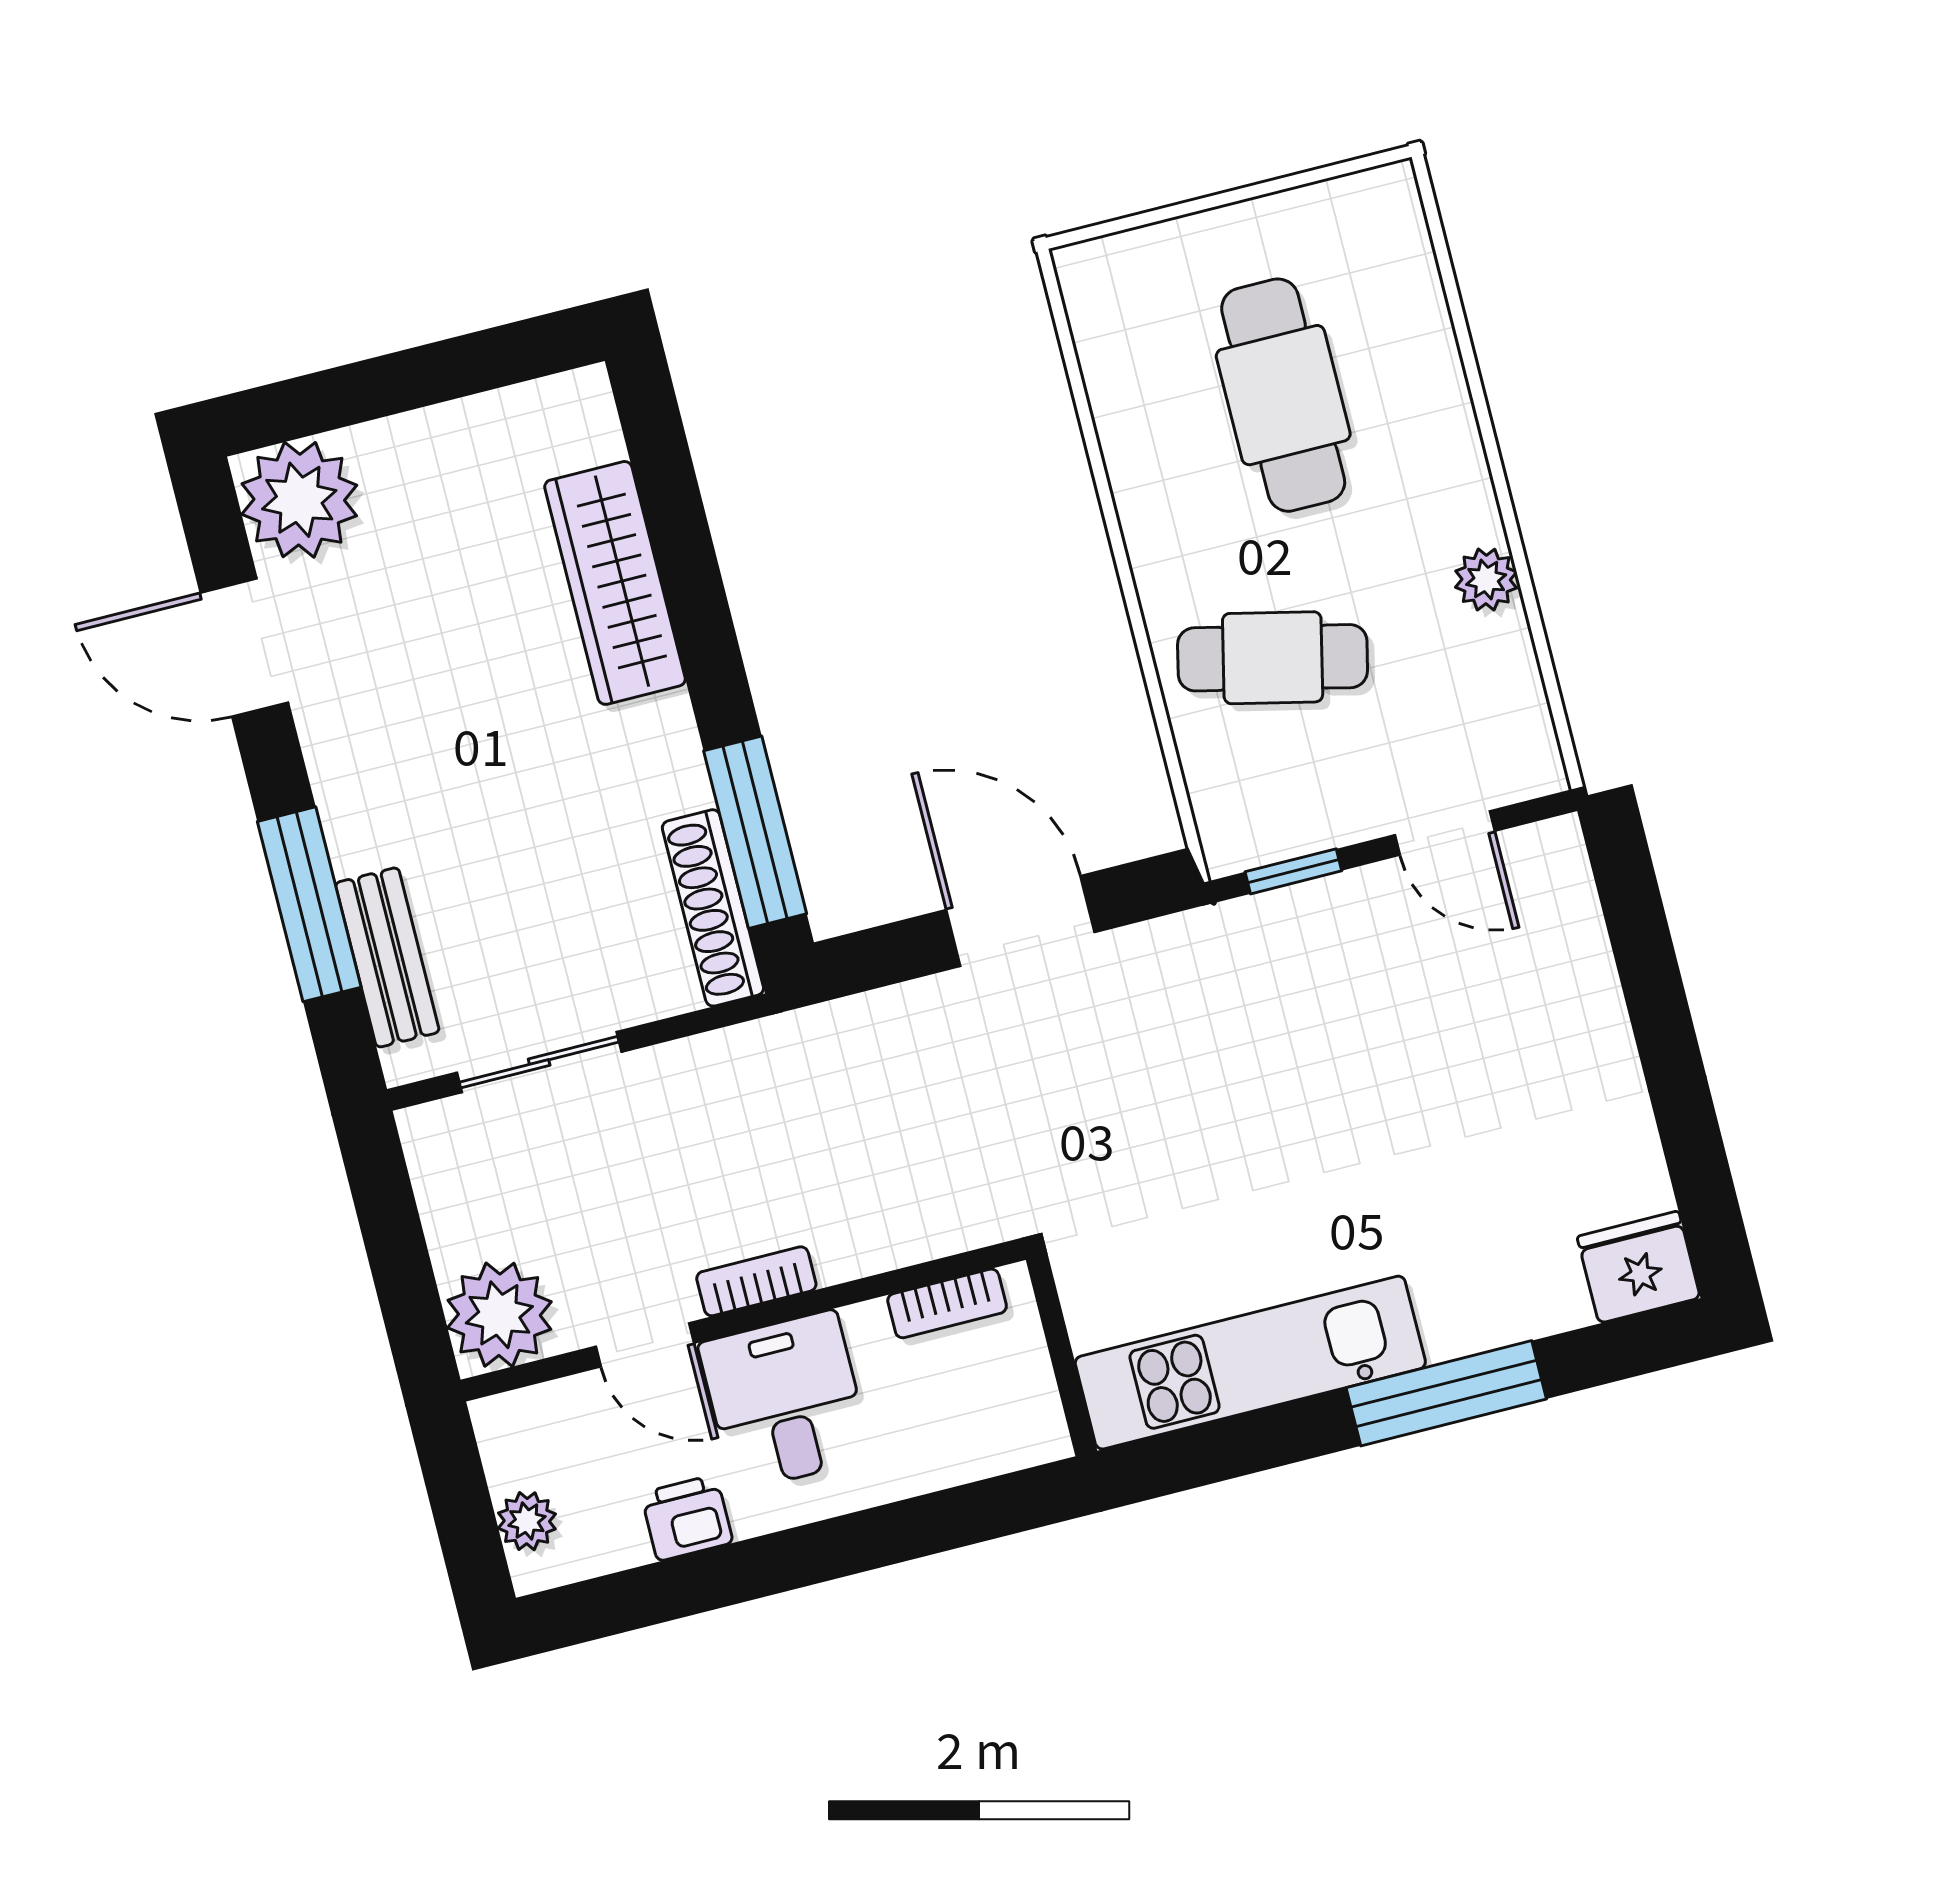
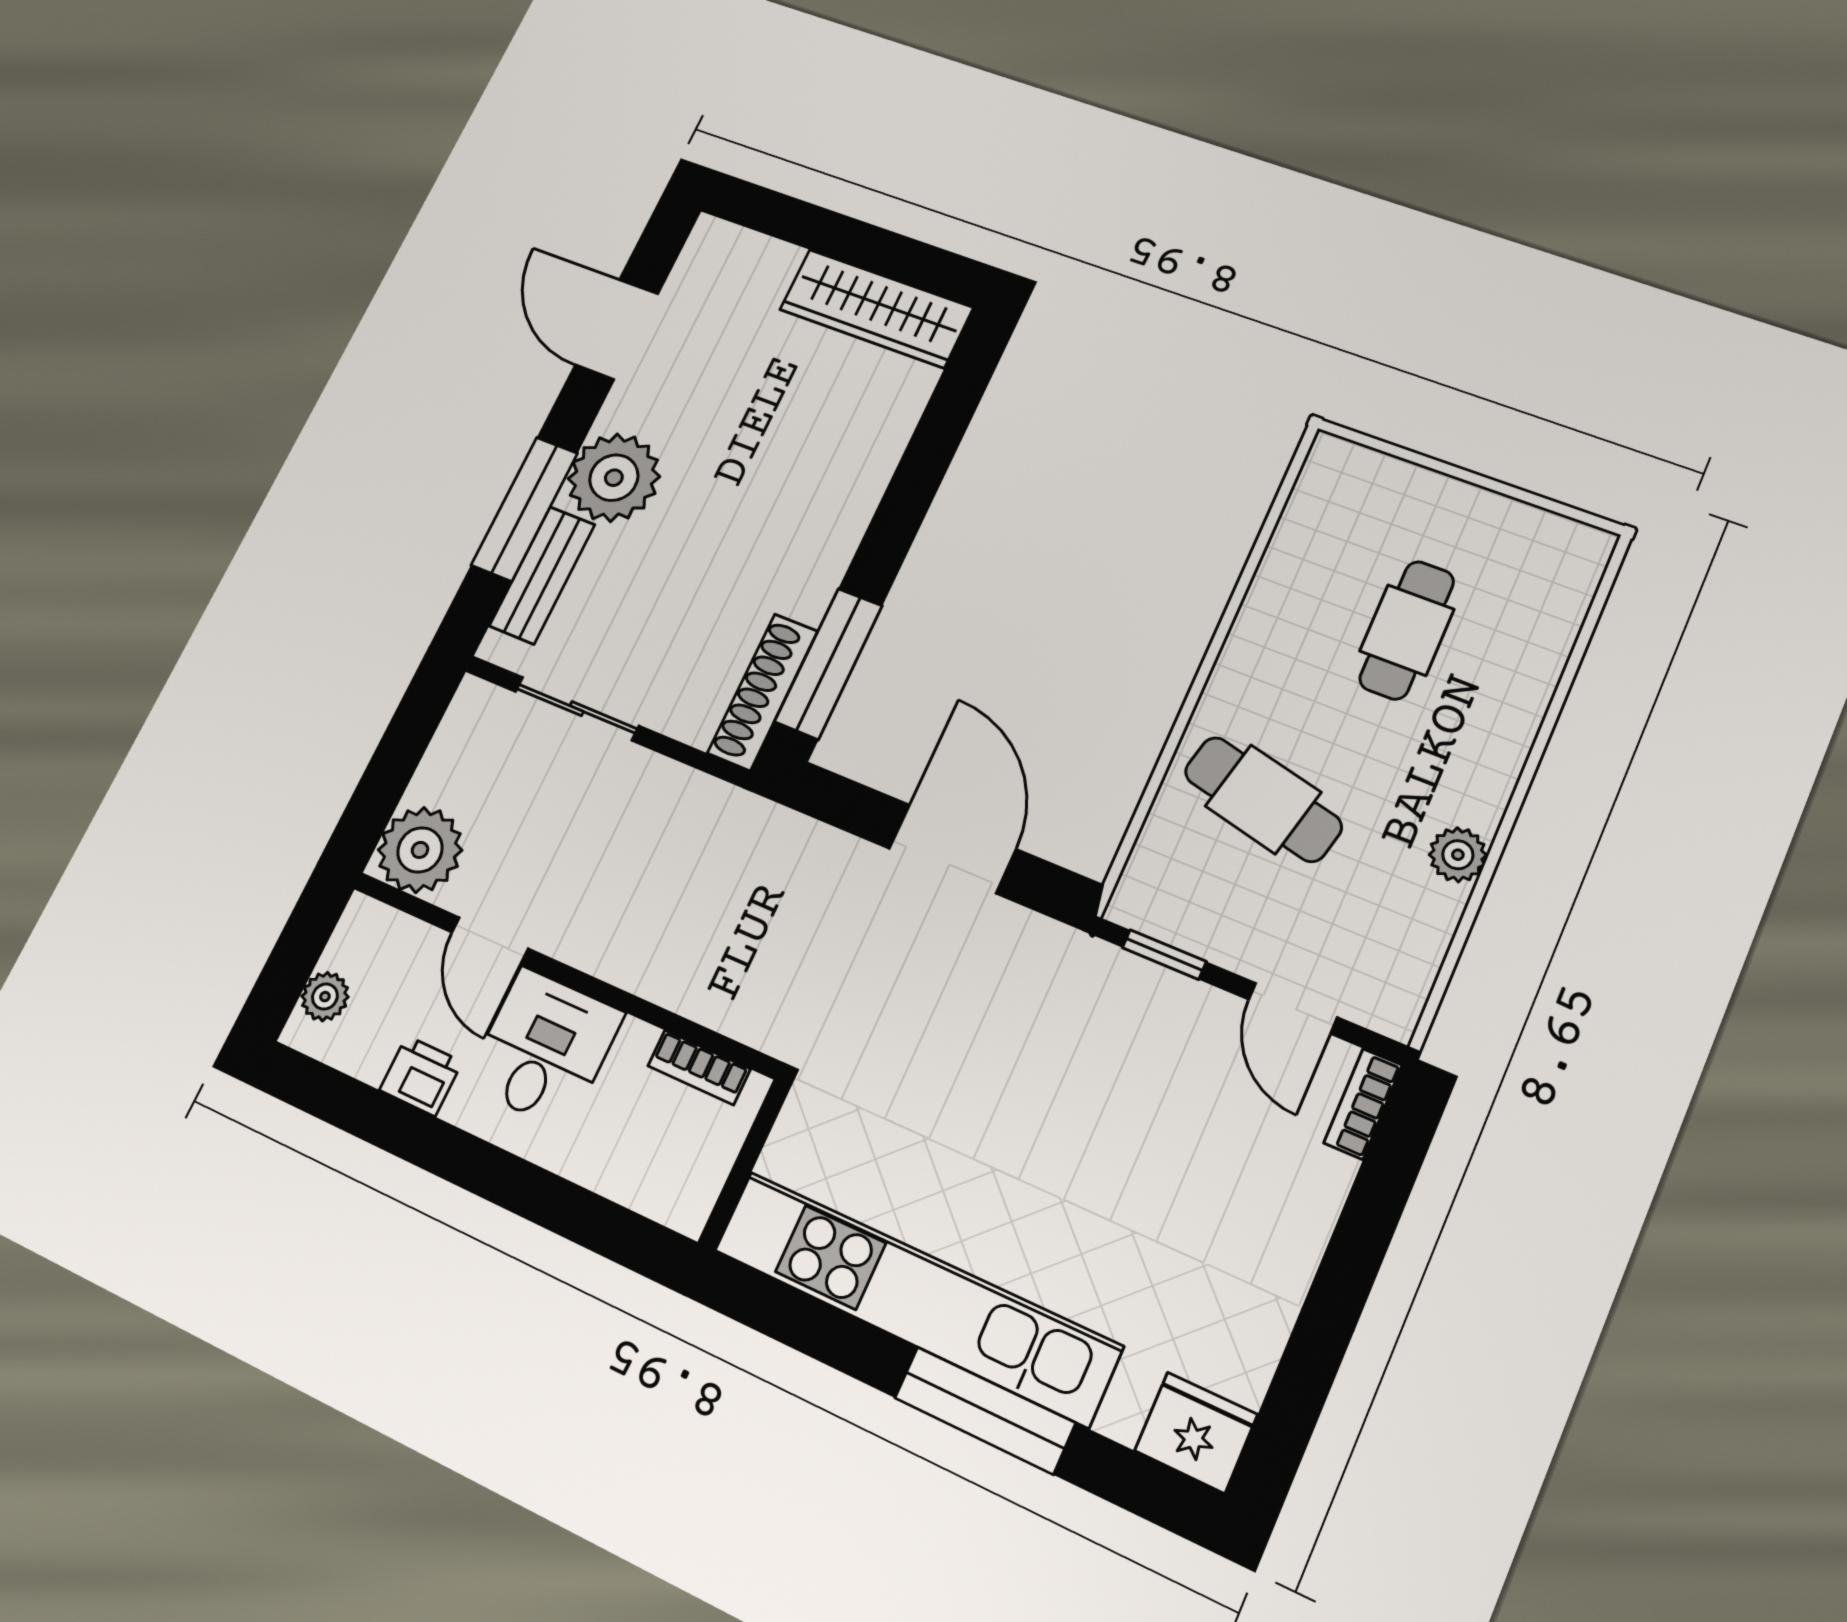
cafe table: (1283, 395) -> (1407, 630), width x0.73, depth x0.74
plant: (299, 500) -> (614, 478), moved
wardrobe: (615, 583) -> (876, 308), moved, turned -90
bookcase: (756, 1281) -> (1363, 1104), moved, turned -90
kitchen unit: (1250, 1363) -> (916, 1297), width x1.36

